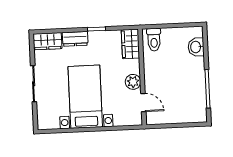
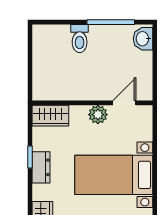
dresser: (75, 39) -> (41, 167), moved
toilet: (154, 40) -> (80, 39), moved, turned 90
washbasin: (196, 47) -> (143, 39), moved, turned 90

